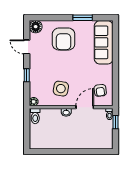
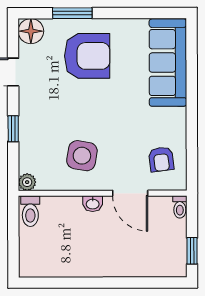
window: (83, 18) -> (72, 13), moved
armchair: (64, 39) -> (87, 56), turned -90
door: (85, 107) -> (130, 193), swing flipped
window: (115, 122) -> (192, 251), moved

